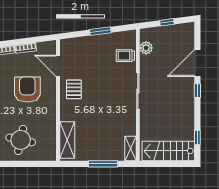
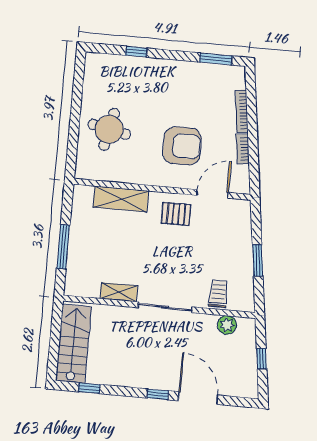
shelving: (67, 140) -> (121, 199), moved
shelving: (131, 148) -> (119, 292), moved

